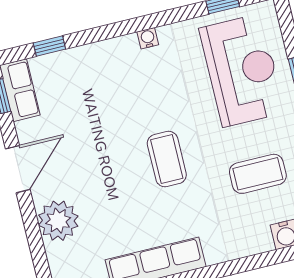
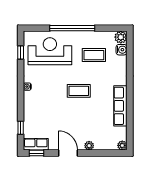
coffee table: (258, 174) -> (94, 55), turned 90
plant: (58, 221) -> (89, 146), width x0.53, depth x0.53

